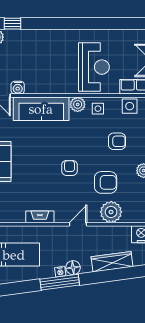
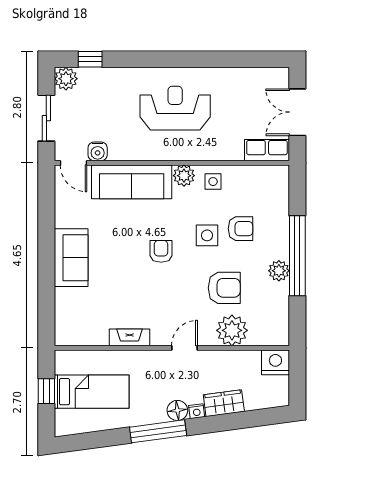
reception desk: (94, 67) -> (175, 108), moved, turned -90
side table: (130, 106) -> (207, 235), moved
armchair: (69, 168) -> (161, 251), moved
wardrobe: (112, 262) -> (224, 403), width x0.67
nightstand: (60, 272) -> (197, 411), moved

